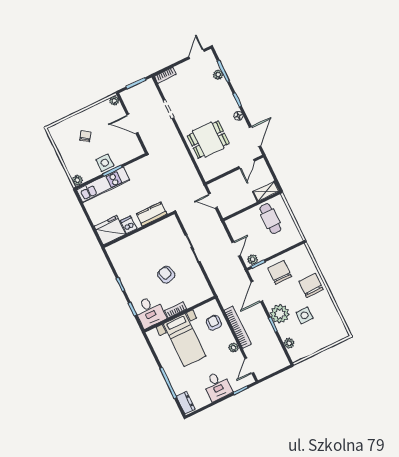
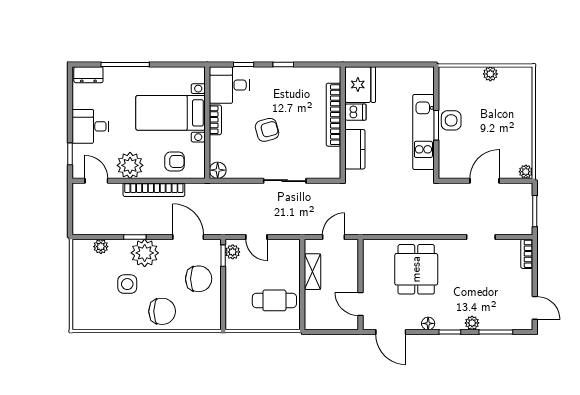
plant: (218, 75) -> (472, 323), moved
chair: (85, 136) -> (498, 112), removed
plant: (77, 180) -> (490, 74), moved
kitchen unit: (103, 185) -> (423, 132), moved
shelving: (266, 191) -> (313, 272), moved
bookcase: (137, 238) -> (334, 115), added
floor lamp: (206, 293) -> (218, 170), added
plant: (233, 348) -> (130, 165), width x1.88, depth x1.88

